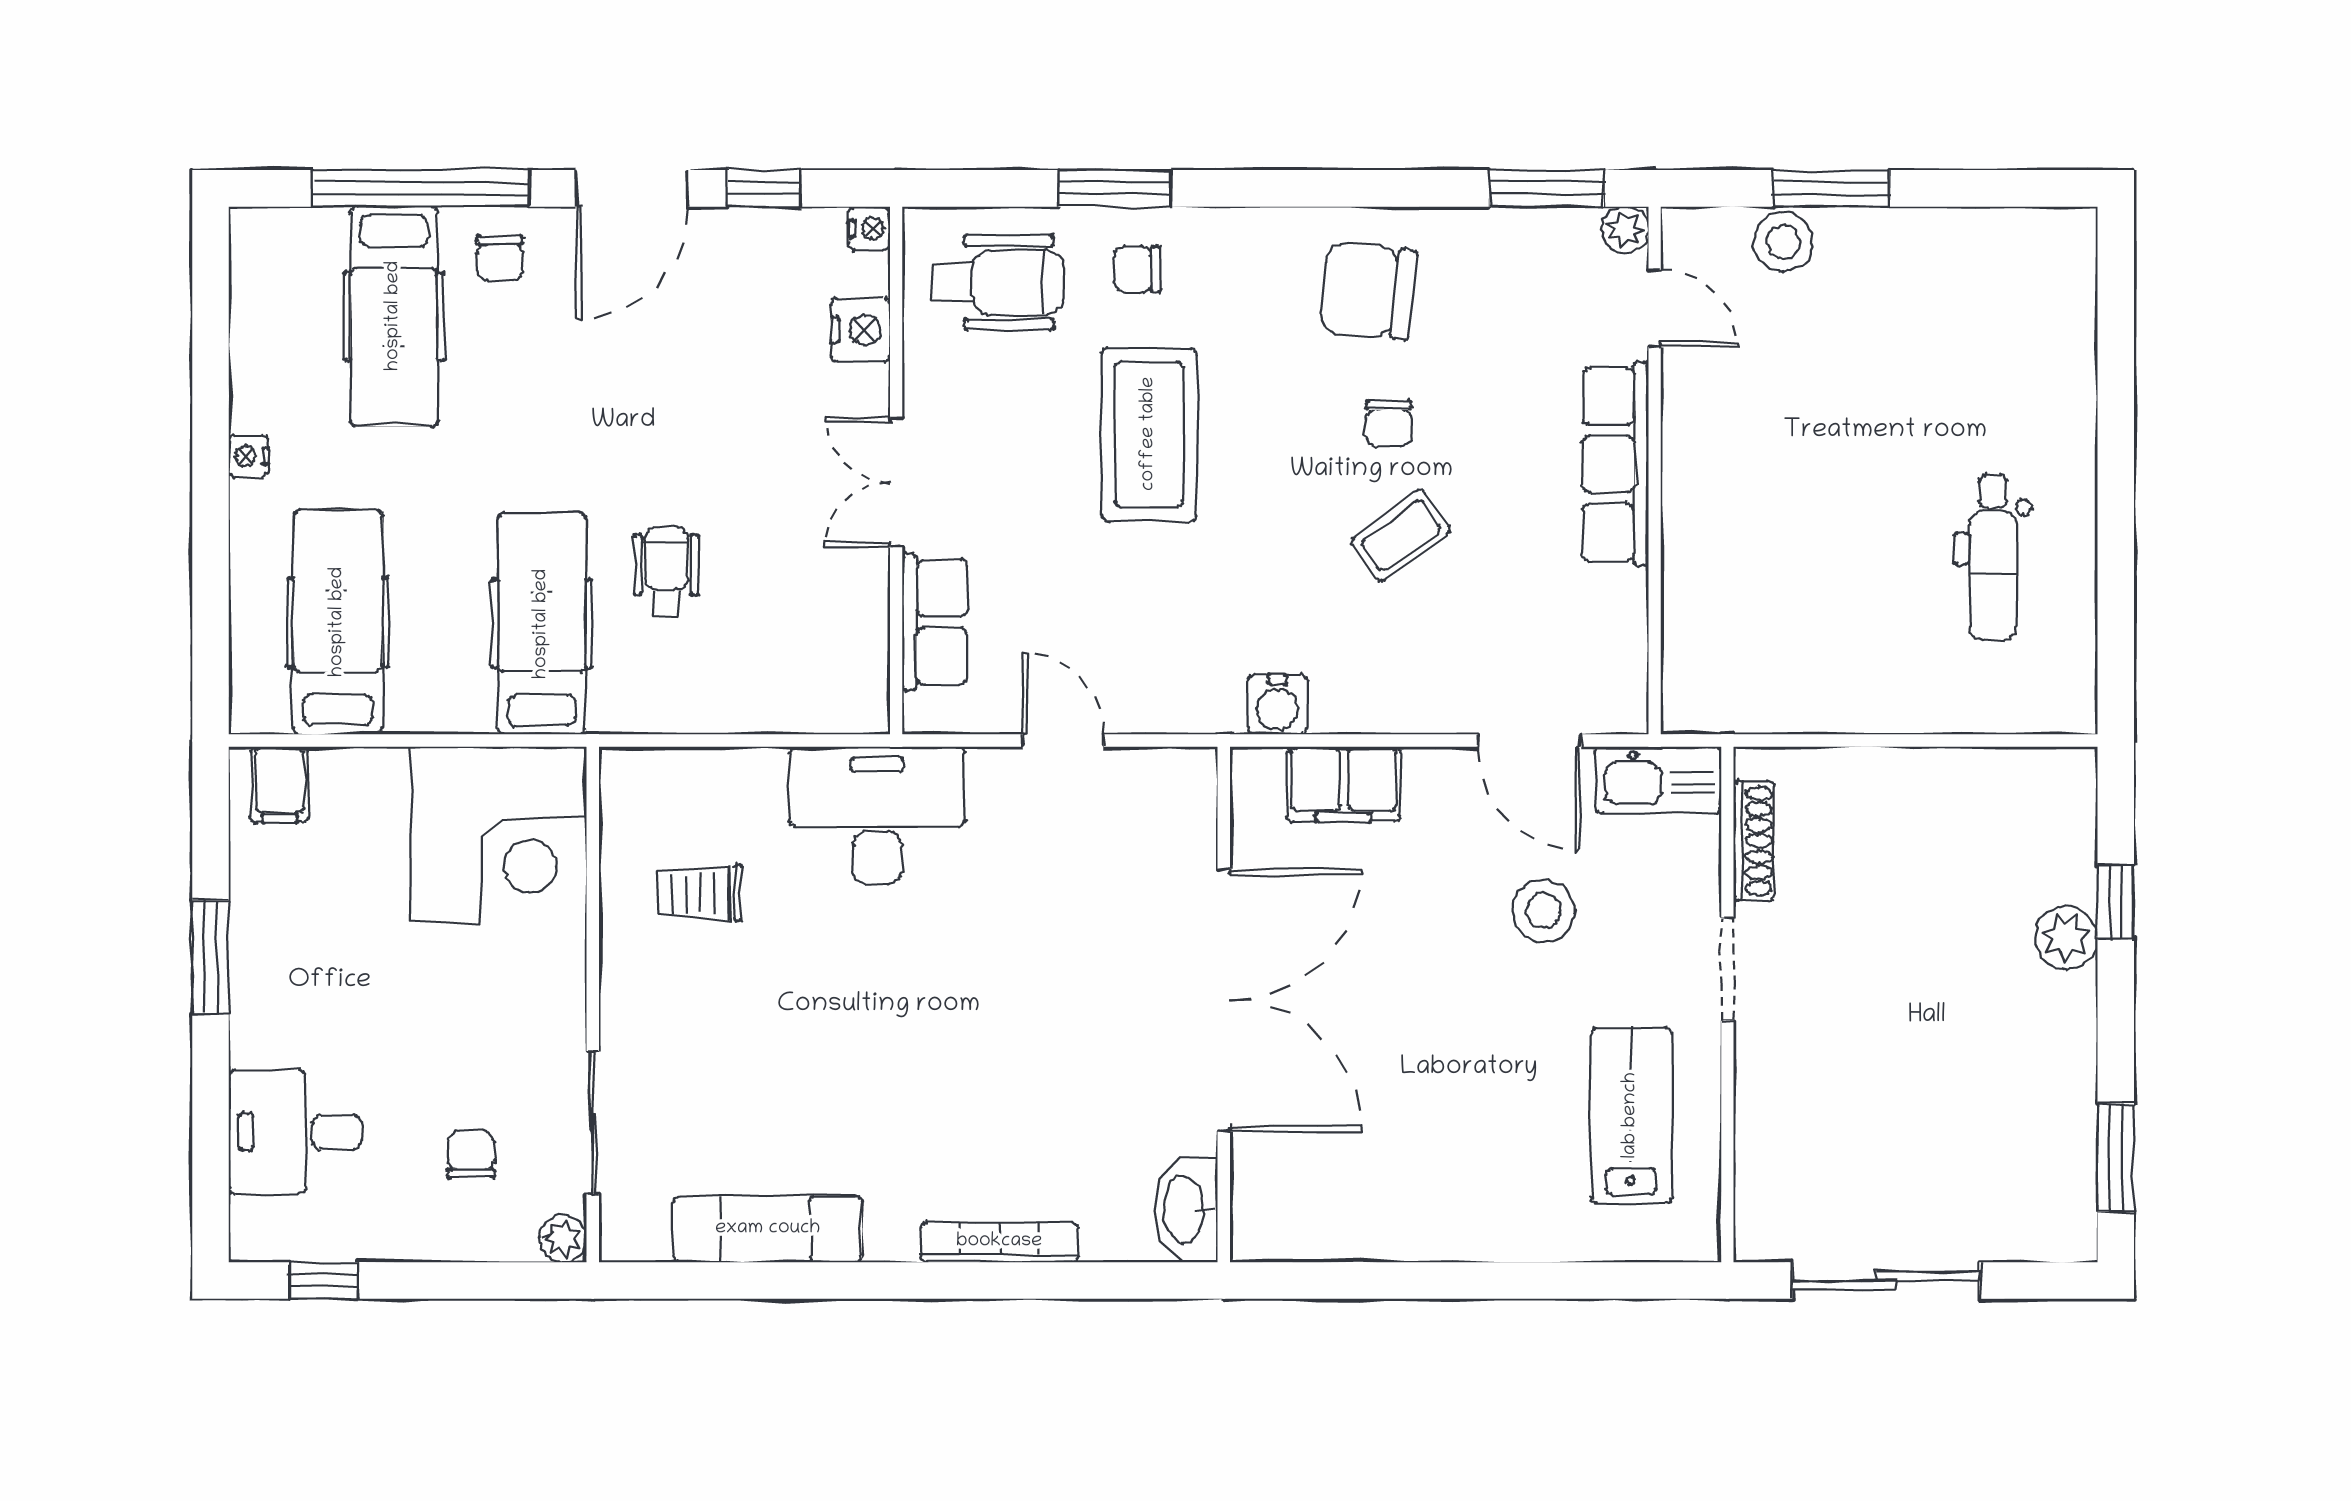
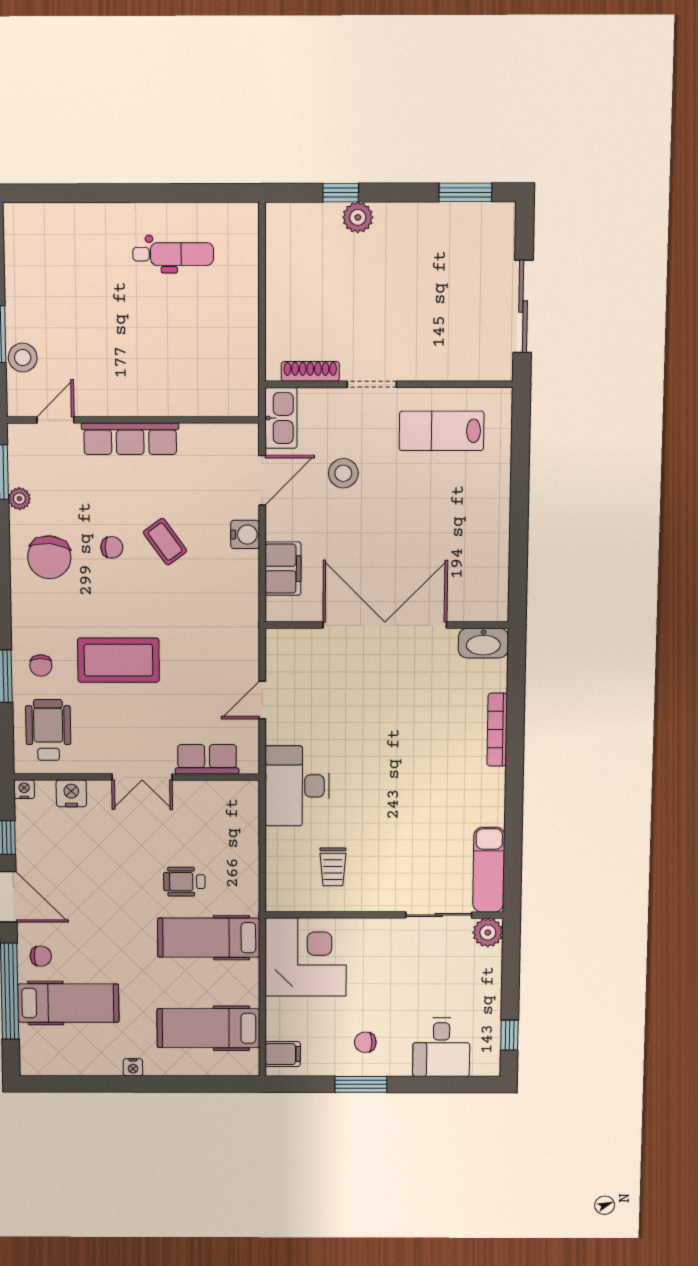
plant: (1625, 230) -> (19, 499), moved
water cooler: (1277, 705) -> (245, 534), moved
chair: (471, 1155) -> (365, 1042), moved
exam couch: (768, 1229) -> (489, 870), moved
plant: (563, 1238) -> (488, 933), width x1.38, depth x1.38

